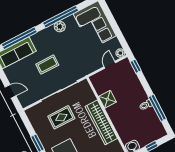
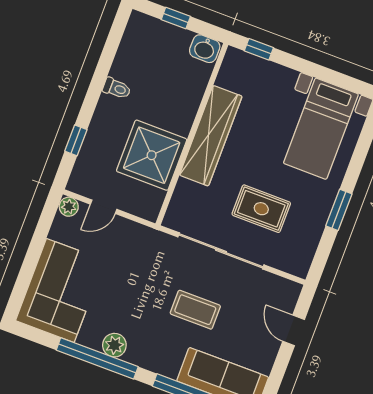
window: (136, 66) -> (76, 140), moved
shower: (107, 99) -> (152, 155), width x1.86, depth x1.86
window: (157, 108) -> (104, 65), removed

